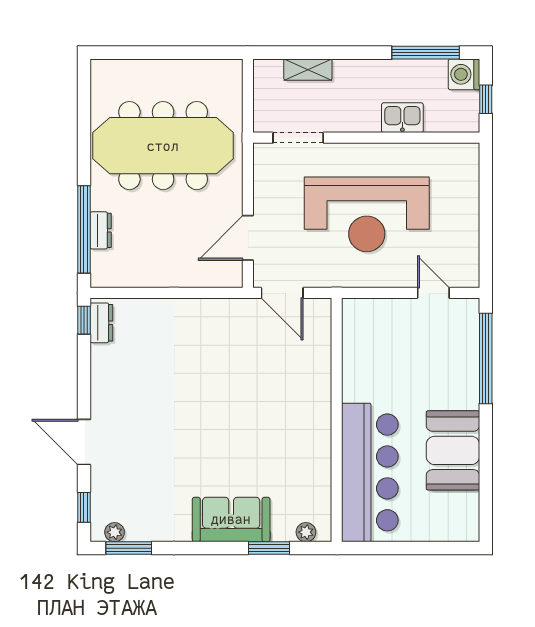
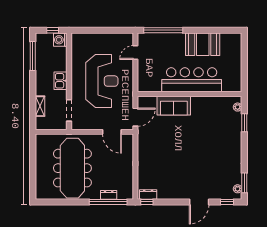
washing machine: (464, 74) -> (60, 40), moved, turned 90
kitchen sink: (402, 118) -> (60, 81), moved
bar counter: (370, 472) -> (192, 80), moved
sofa: (231, 519) -> (174, 106), moved, turned -90

